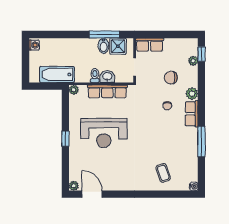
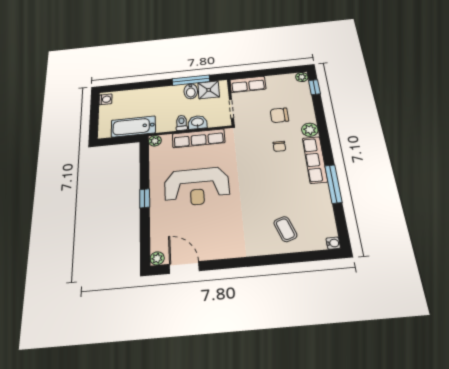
plant: (193, 61) -> (302, 77), moved
row of seats: (192, 114) -> (315, 160), width x1.48

